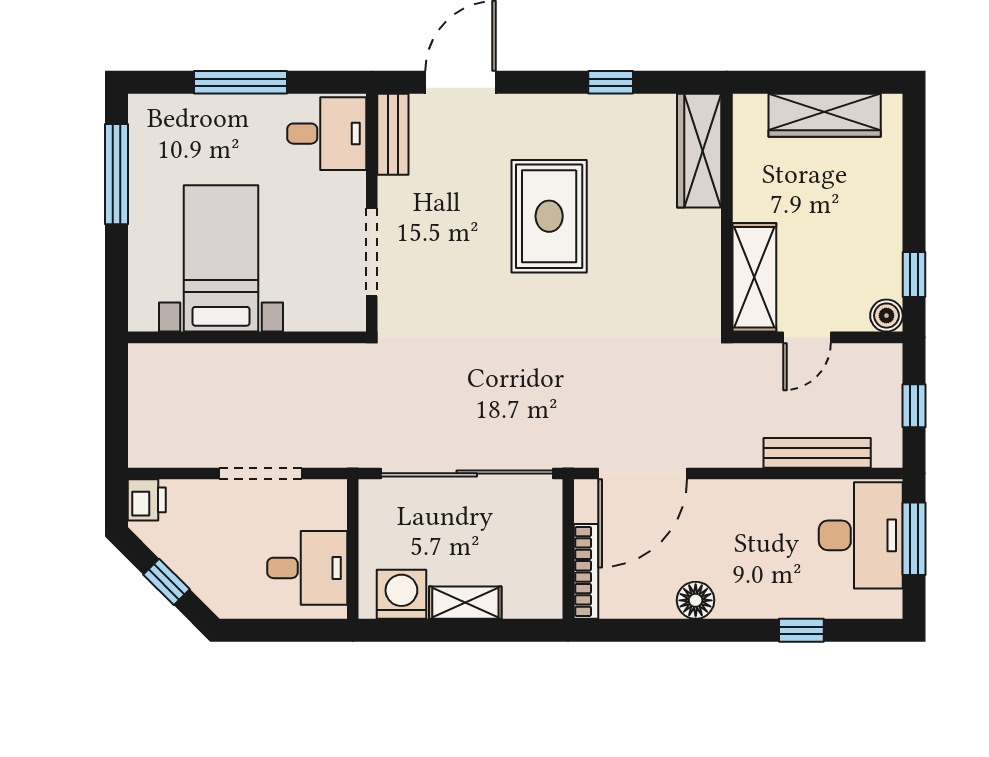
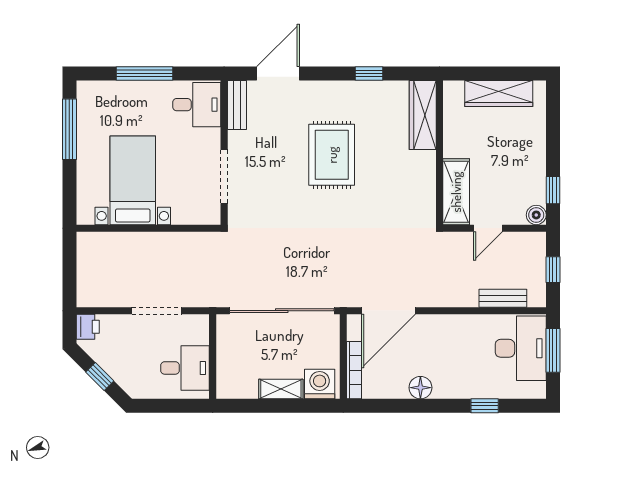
bench: (817, 453) -> (503, 298), width x0.73
washing machine: (401, 594) -> (320, 384), moved

